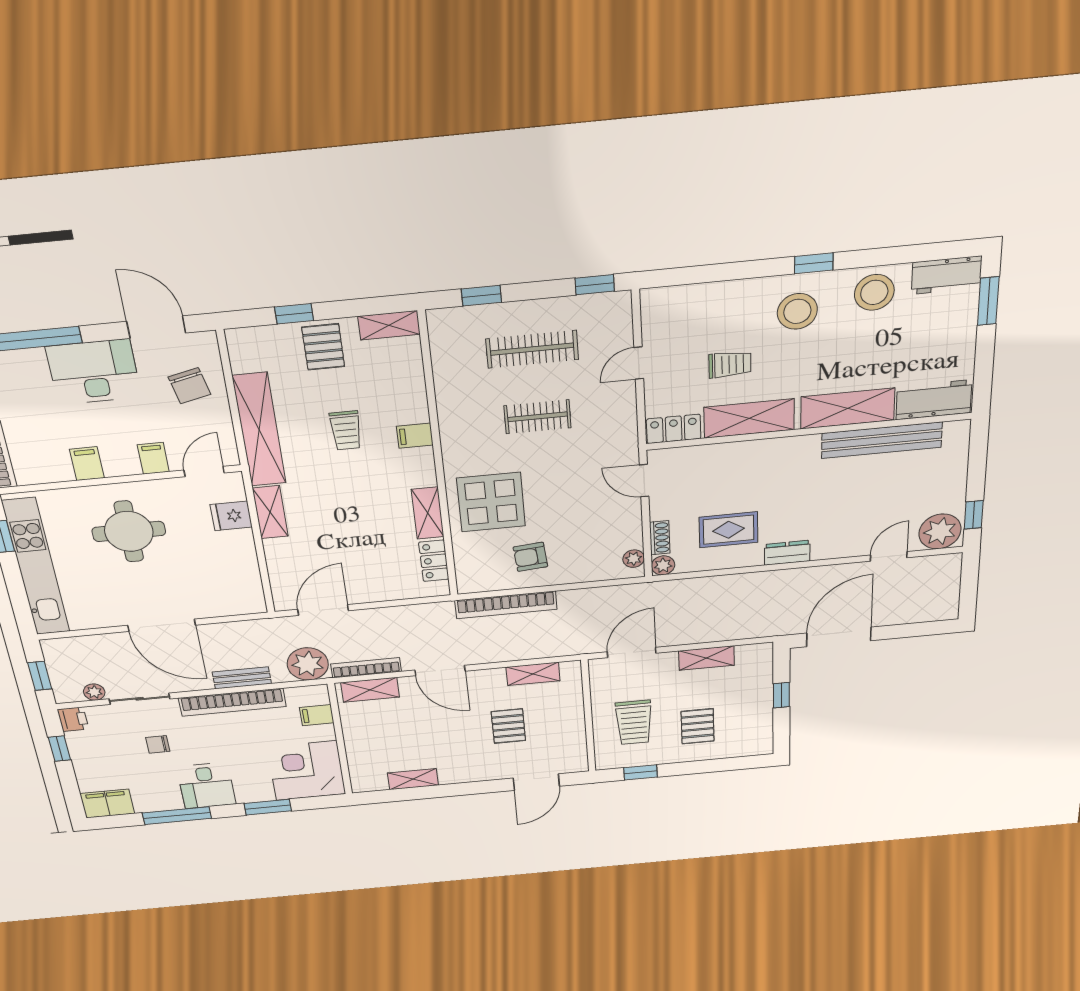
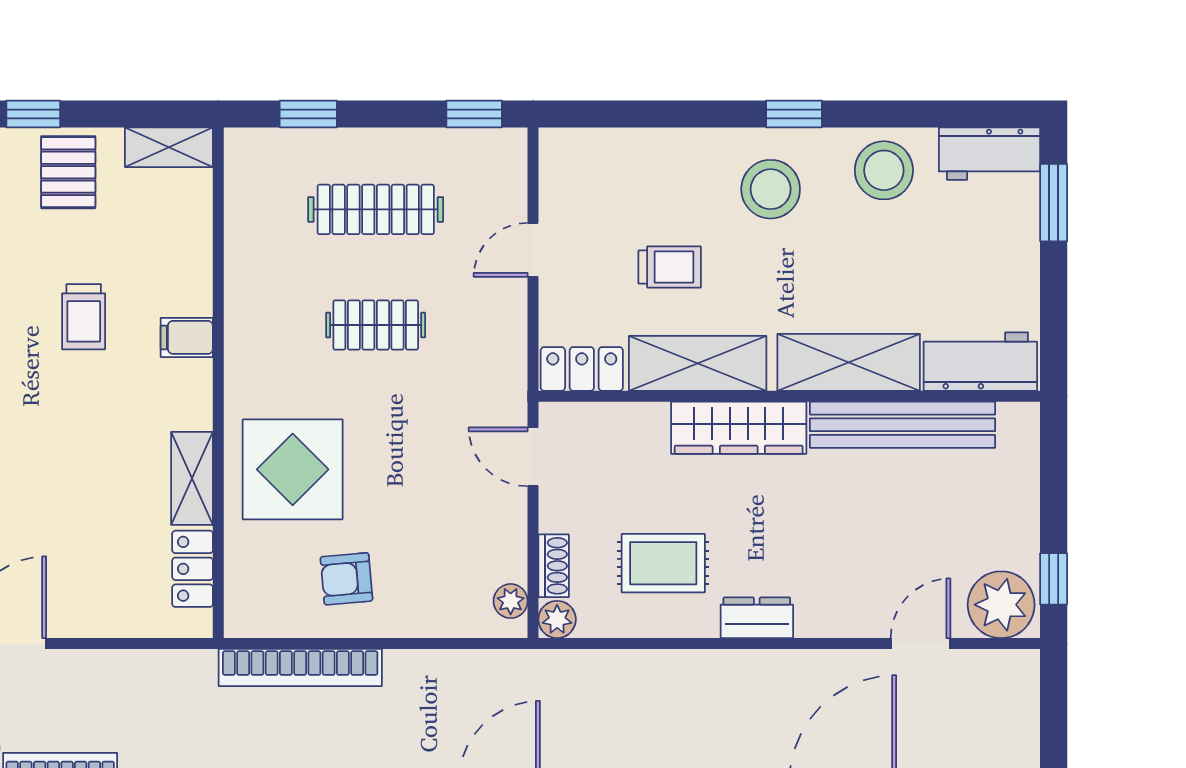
wardrobe: (776, 452) -> (739, 428), added

